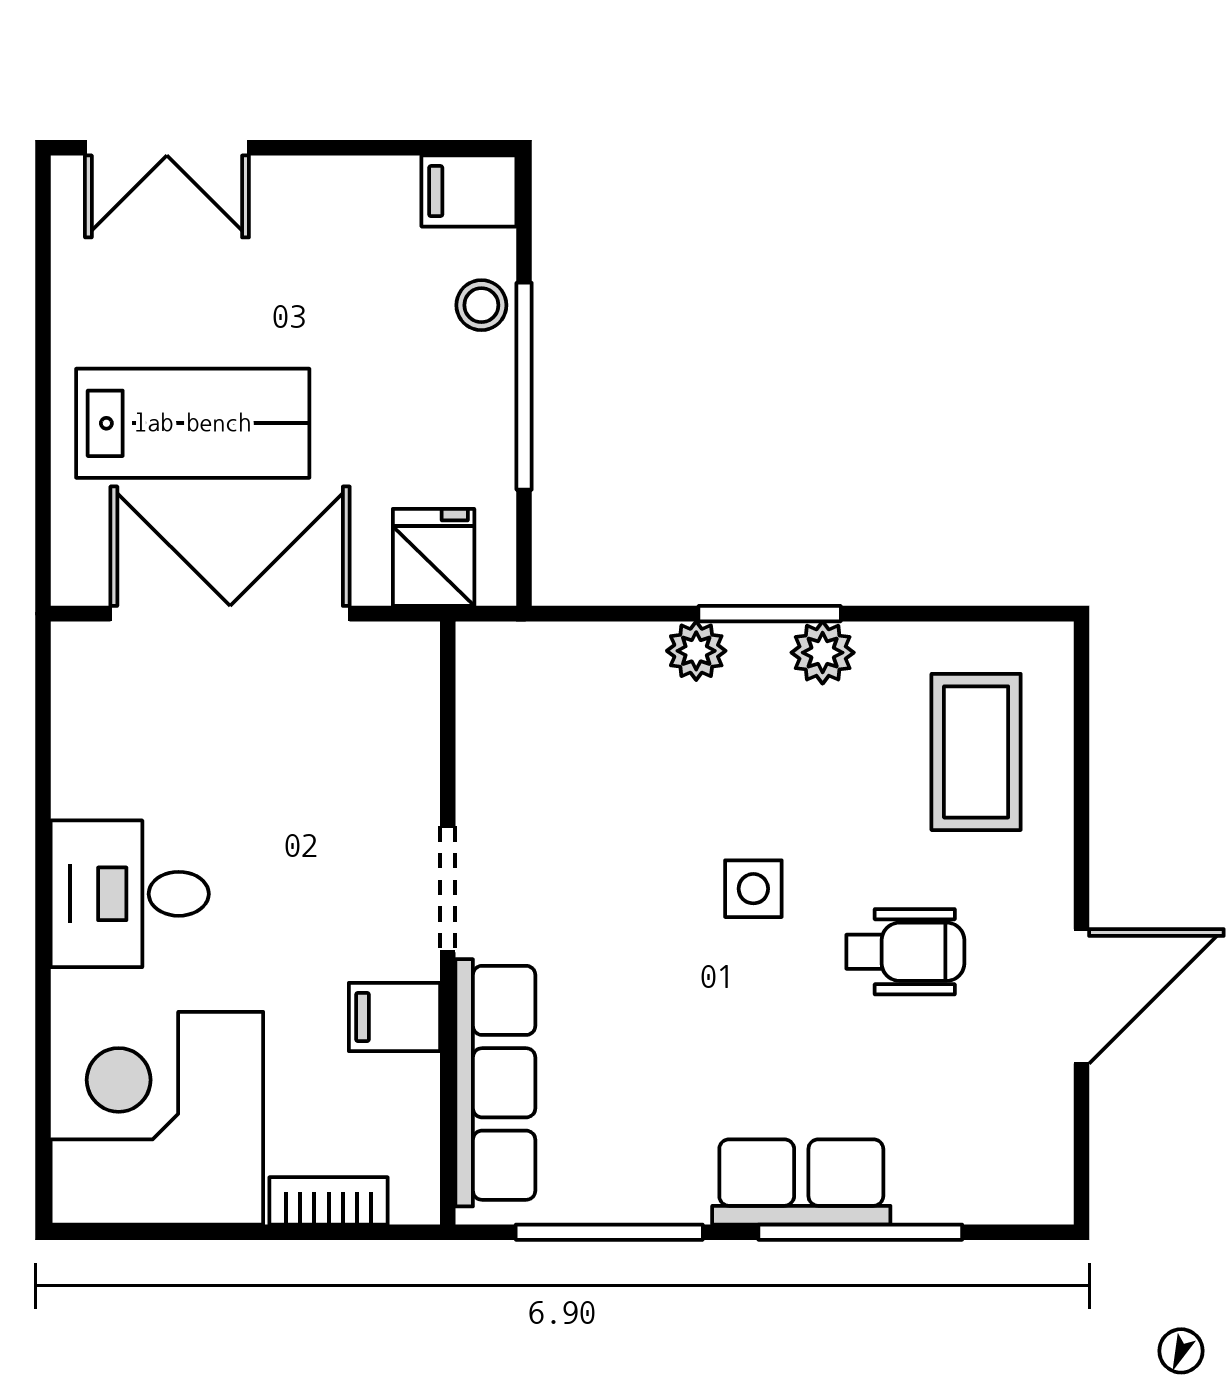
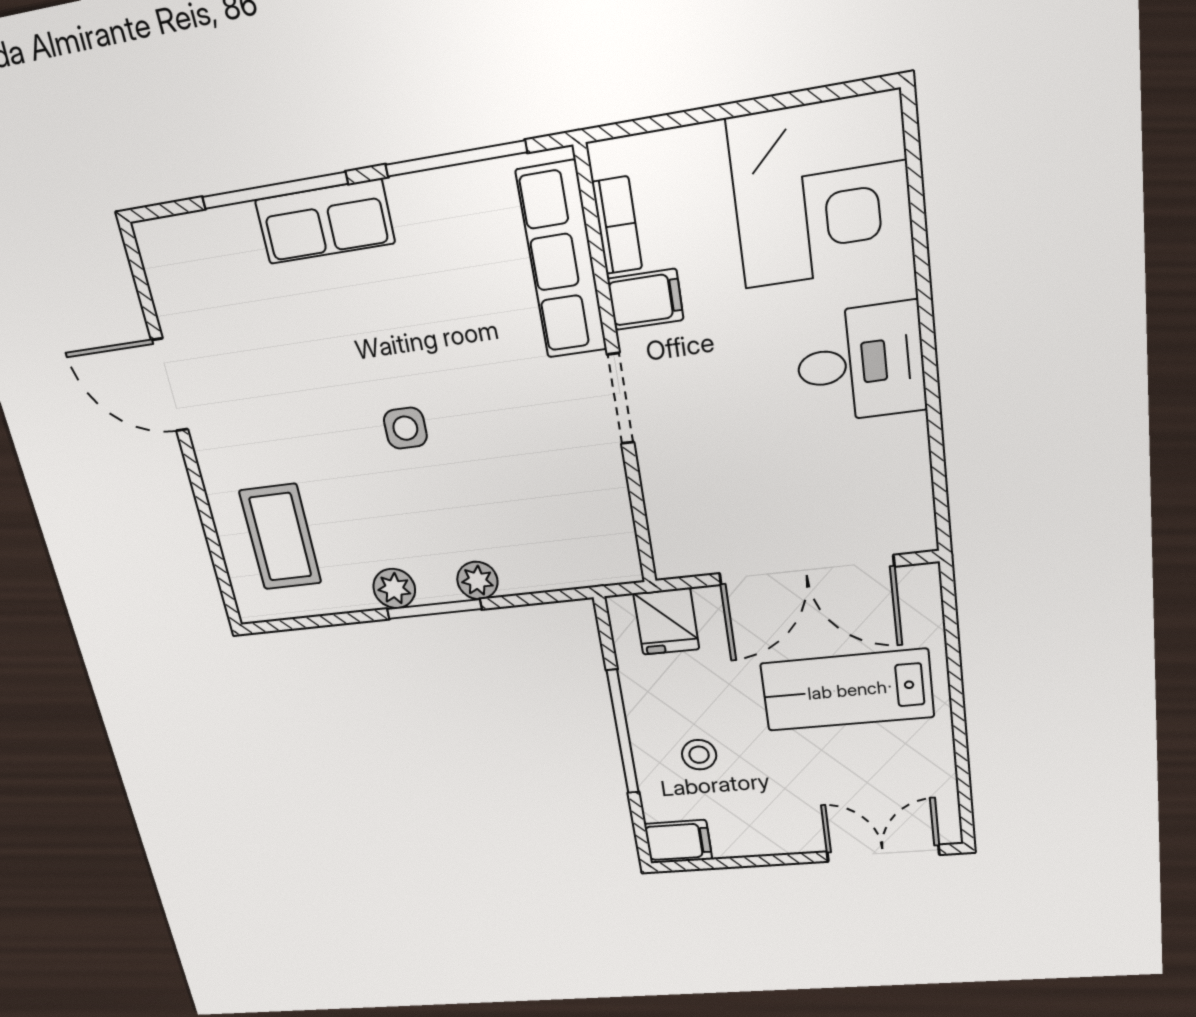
stool: (481, 305) -> (699, 755), moved
wheelchair: (905, 952) -> (293, 399), removed
door: (1081, 996) -> (170, 385), hinge flipped
bookcase: (329, 1201) -> (617, 225), moved, turned -90

